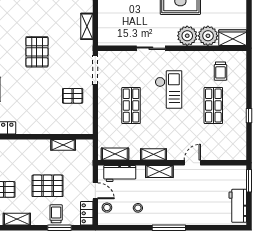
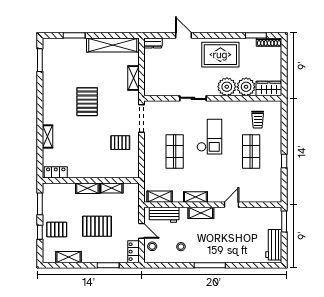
shelving: (37, 145) -> (87, 188), added
trolley: (56, 214) -> (105, 252), removed

